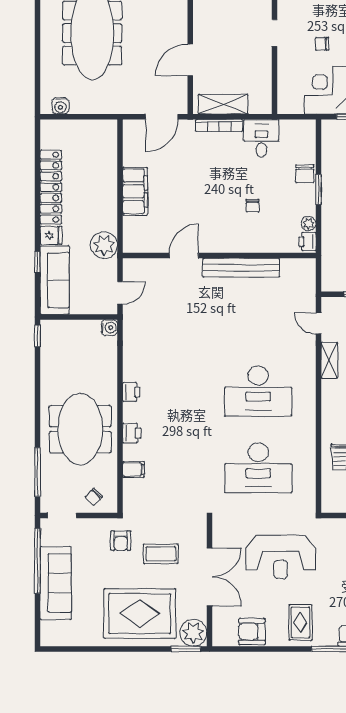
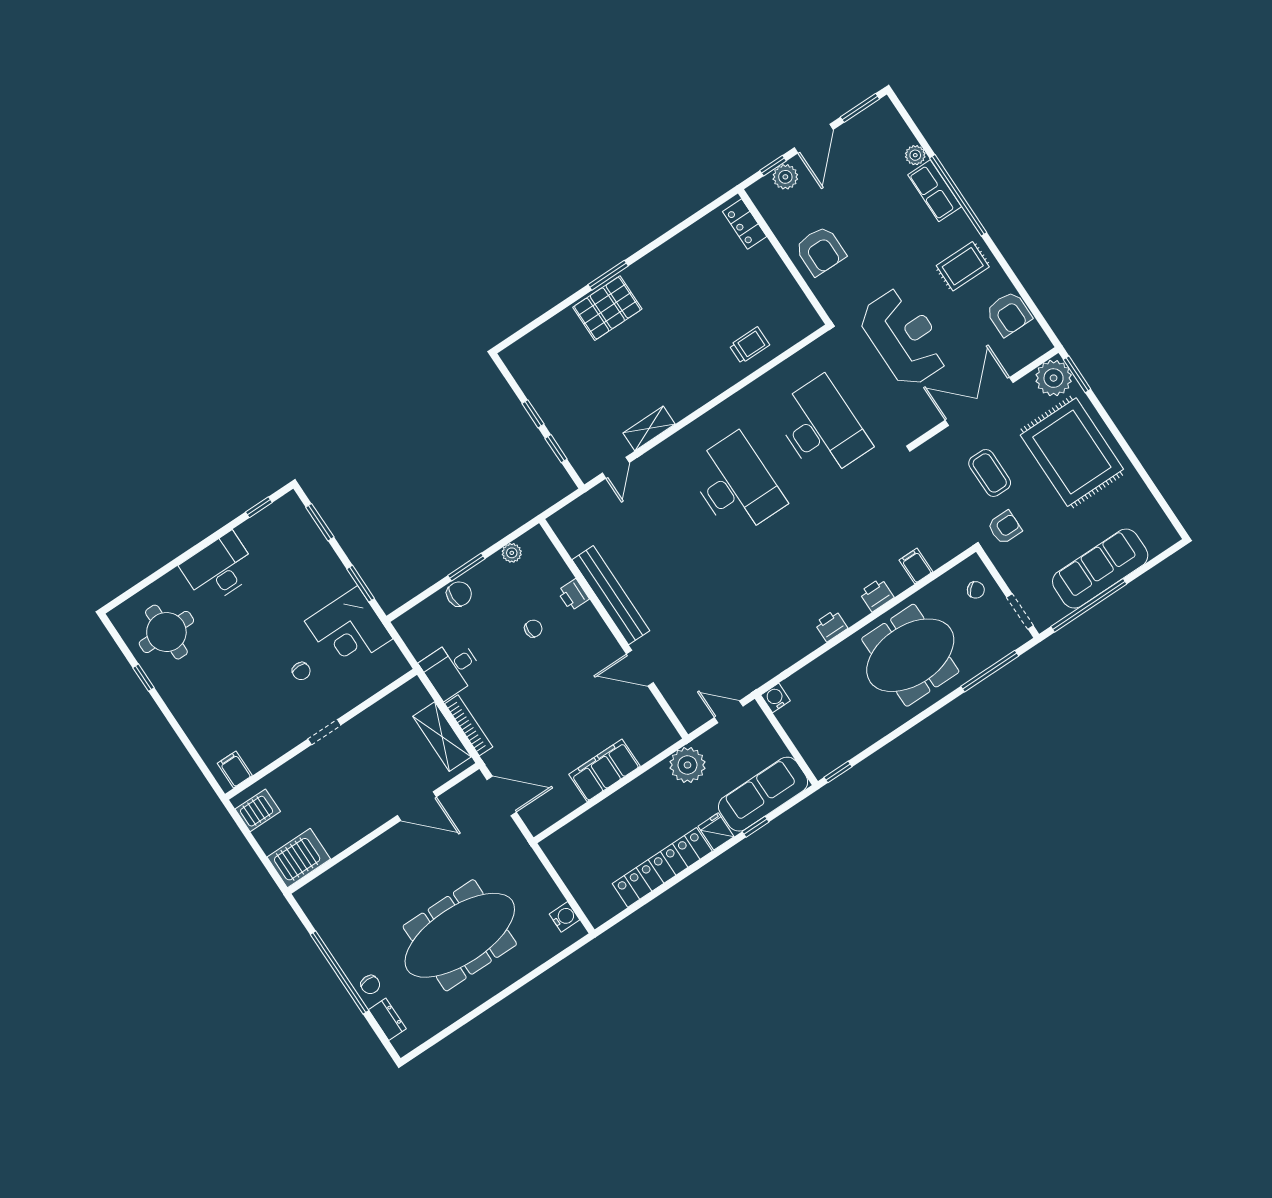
printer: (307, 242) -> (573, 595), moved, turned 90

